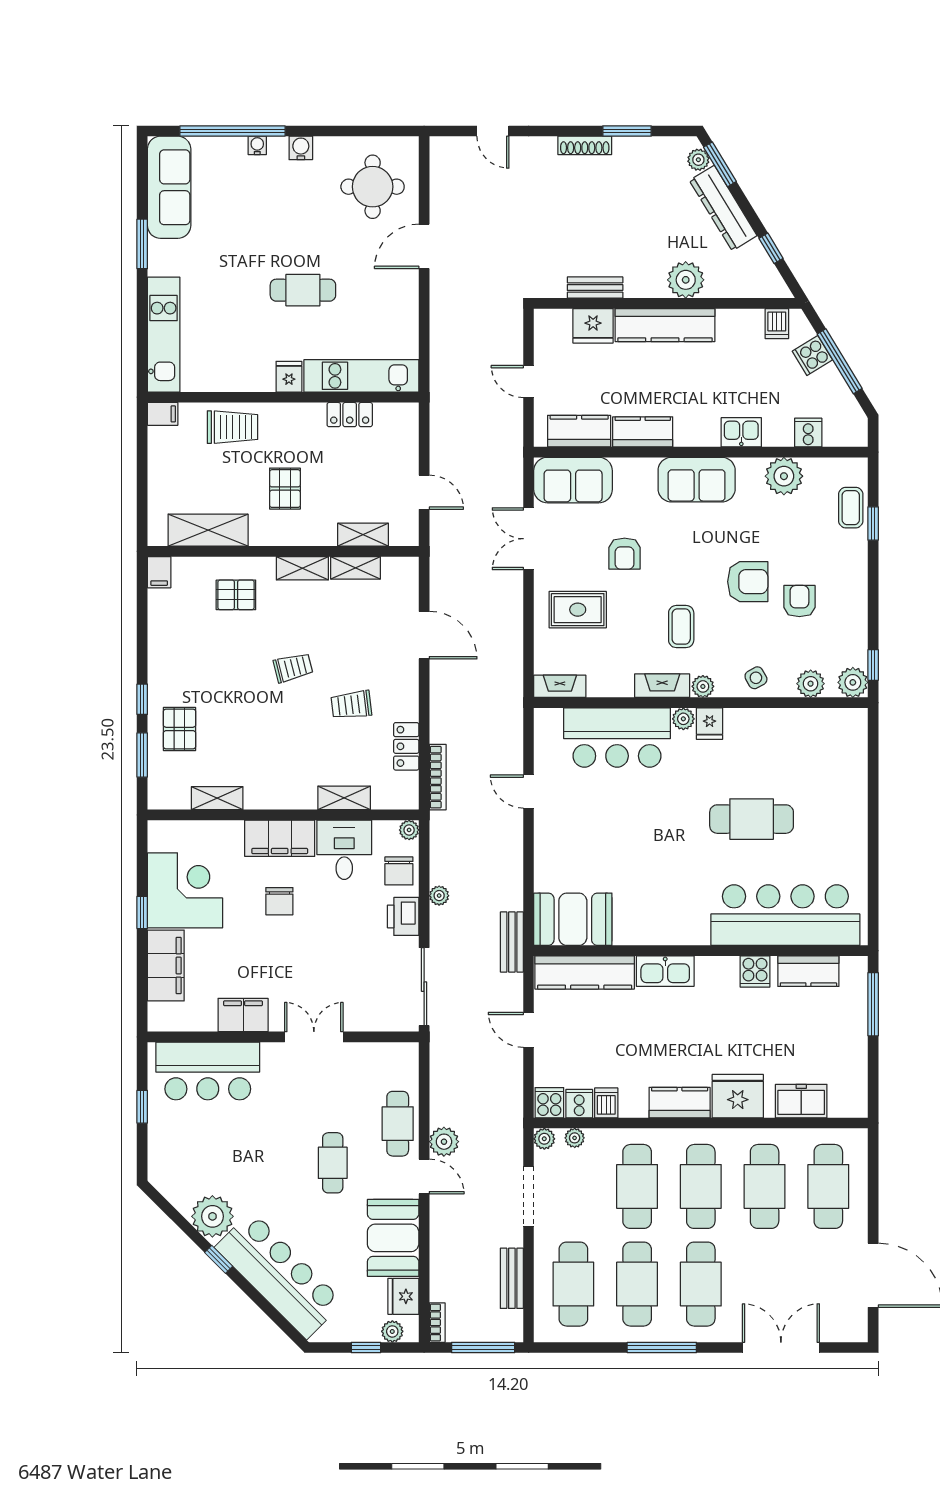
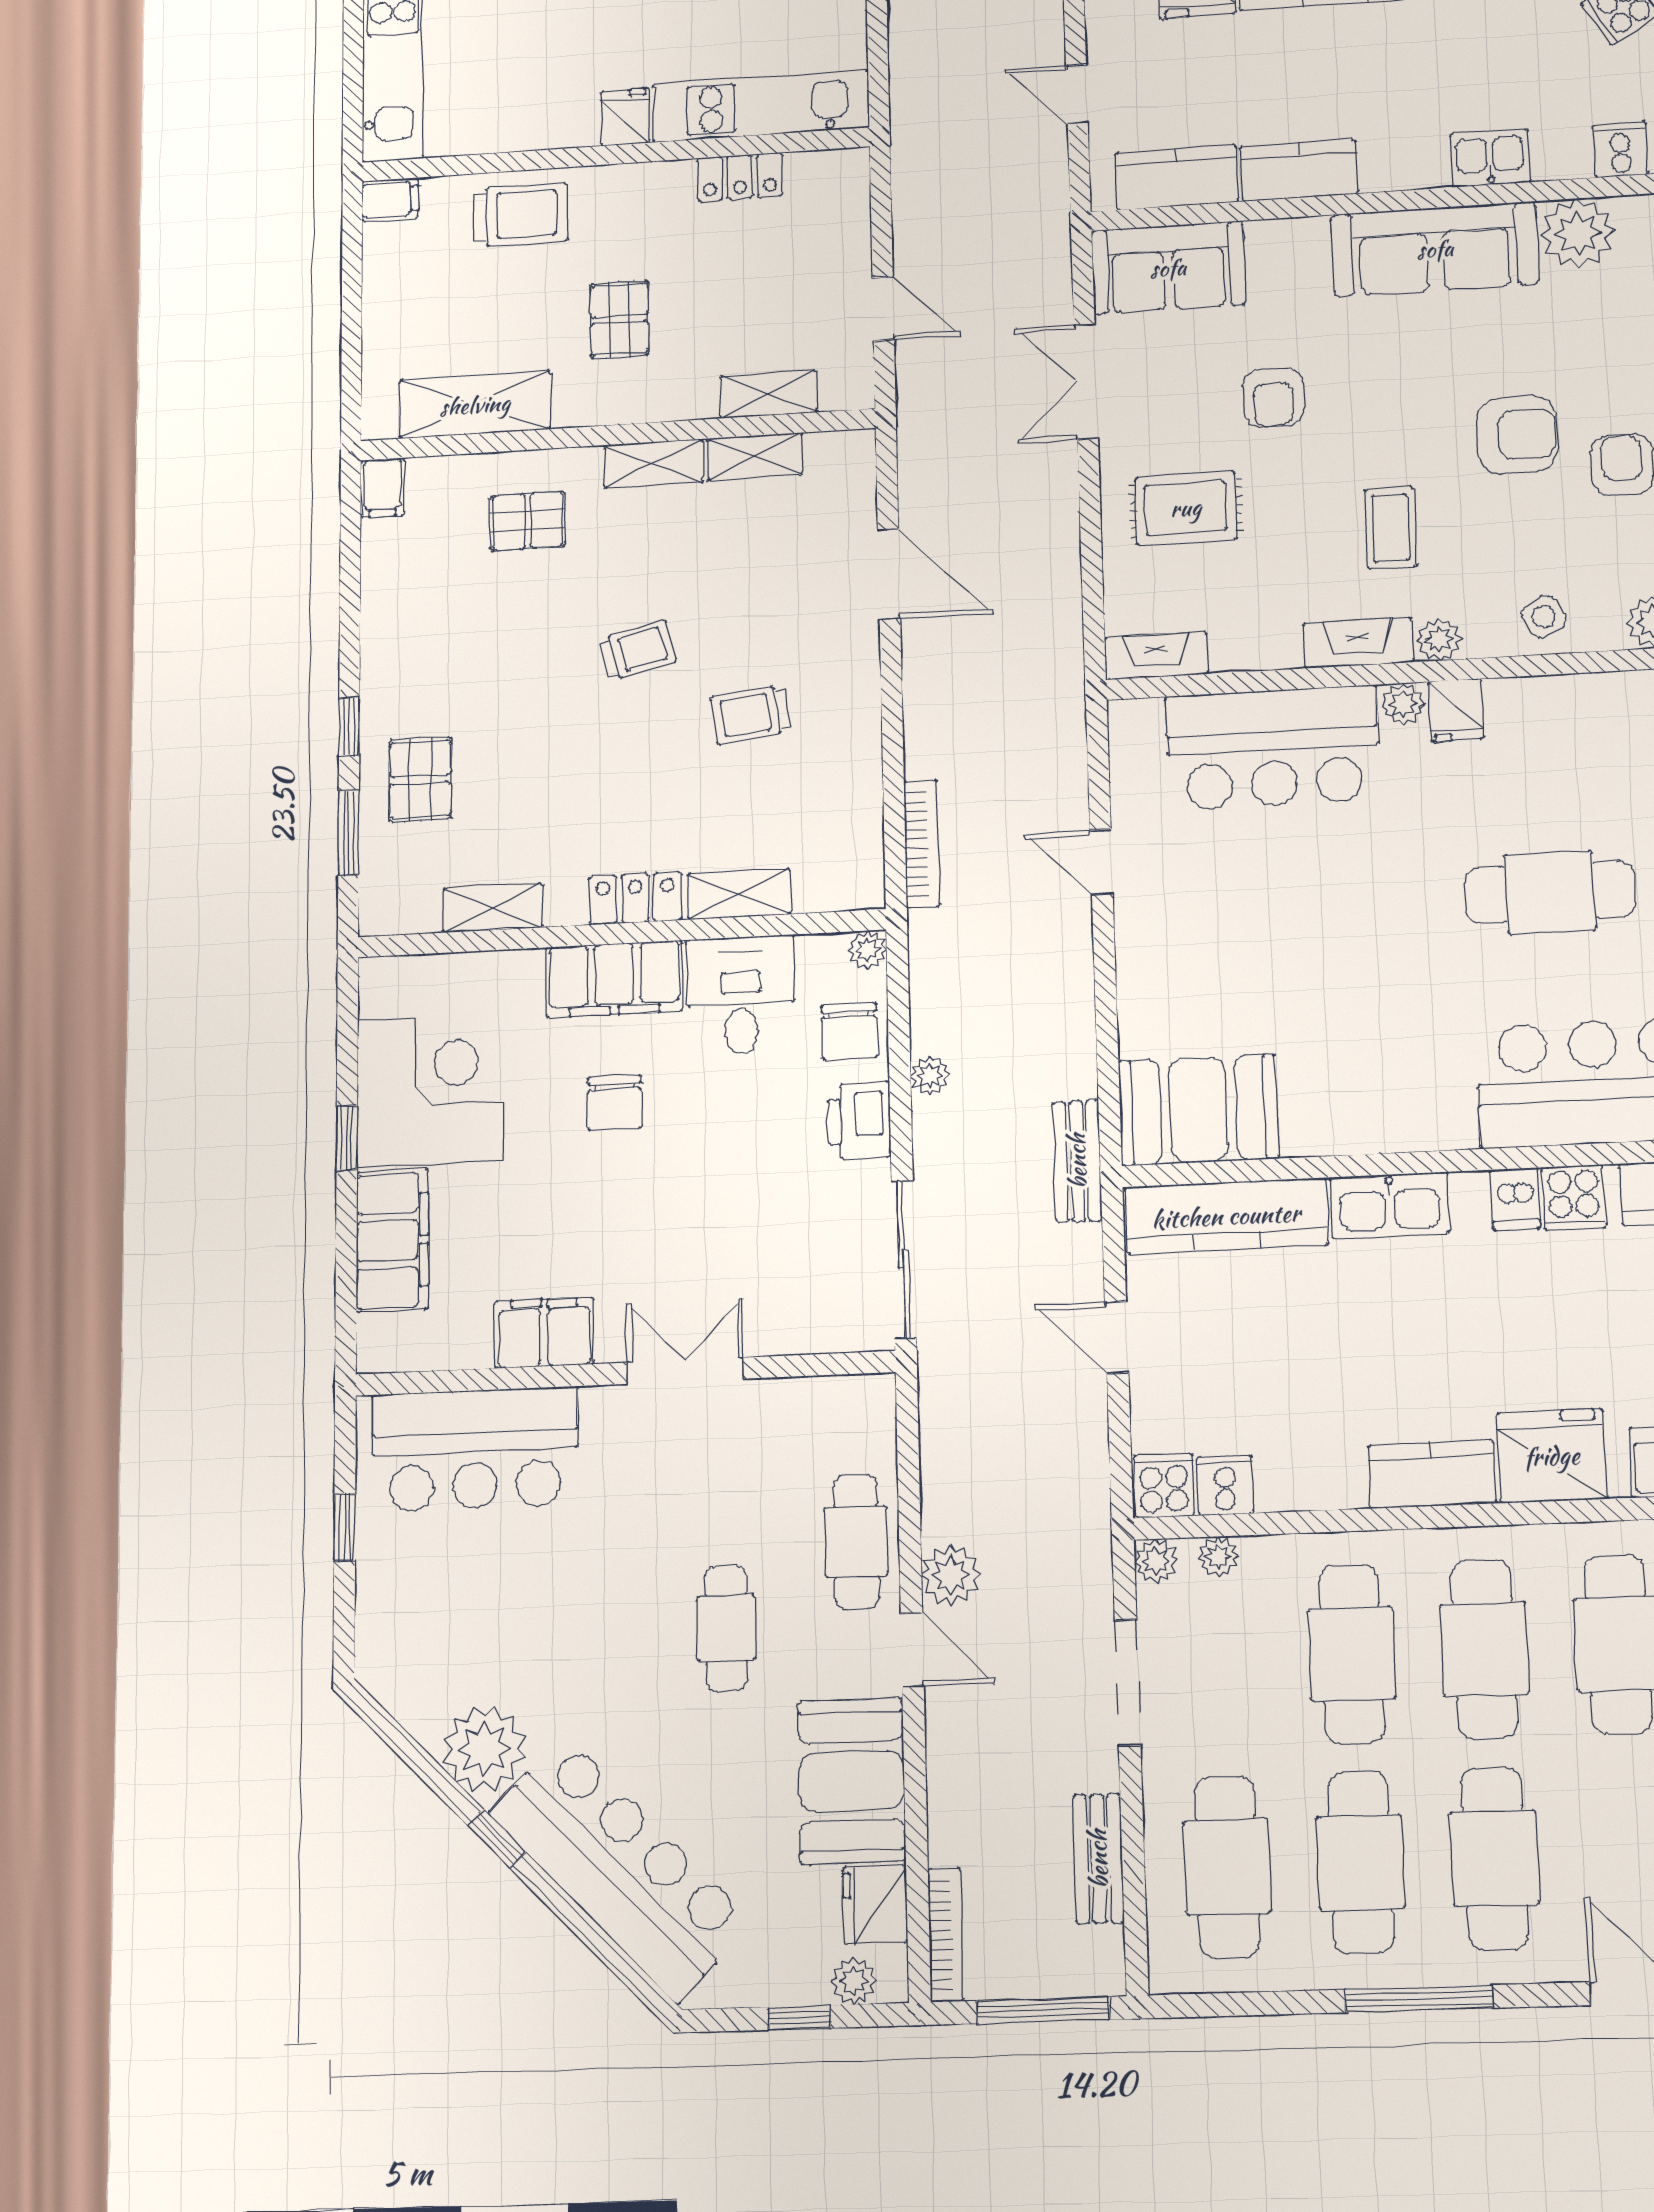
sofa: (697, 480) -> (1435, 249), width x1.36
locker: (406, 746) -> (635, 898), moved, turned 90
dishwasher: (606, 1103) -> (1515, 1199), moved, turned 180
bookcase: (437, 1323) -> (946, 1935), width x1.56

